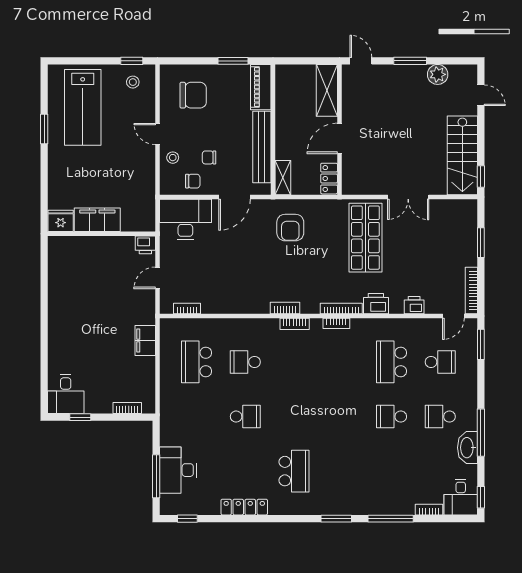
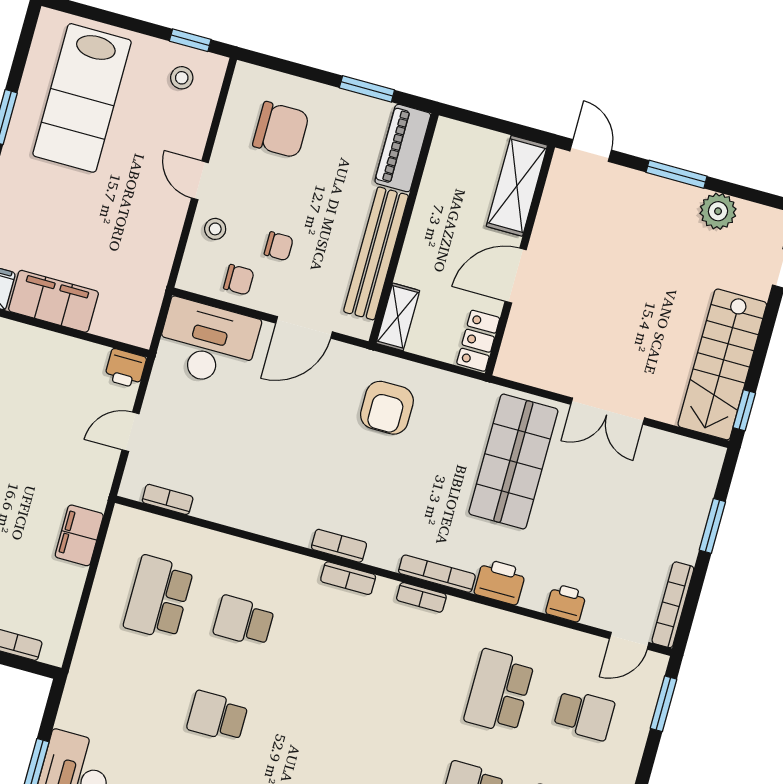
chair: (209, 157) -> (279, 246), turned 180
school desk: (245, 417) -> (217, 716), turned 180

